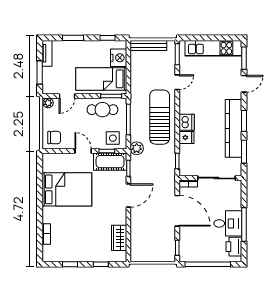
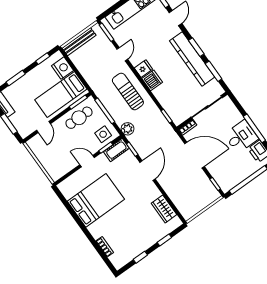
plant: (48, 103) -> (33, 143), removed
sun lounger: (160, 117) -> (128, 91), width x0.73, depth x0.75
chair: (54, 138) -> (57, 167), removed
fridge: (187, 138) -> (143, 69), moved
cot: (110, 162) -> (116, 150), width x0.73, depth x0.75

